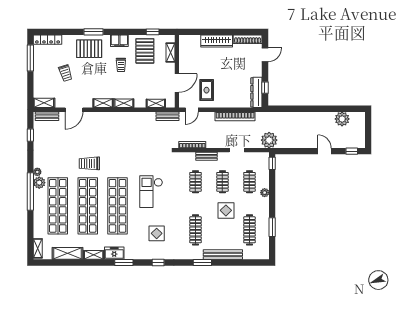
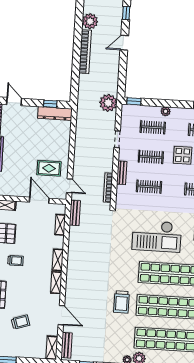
bookcase: (235, 116) -> (85, 52), moved
checkout: (151, 192) -> (157, 236), width x1.36, depth x1.21

